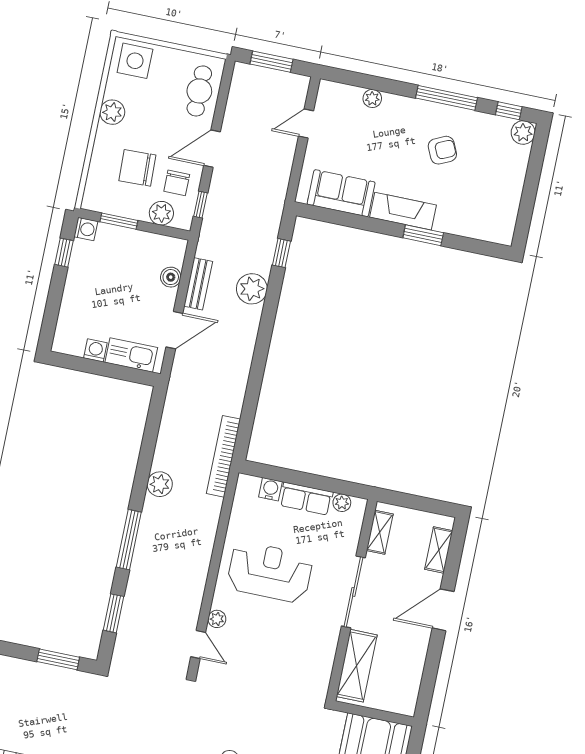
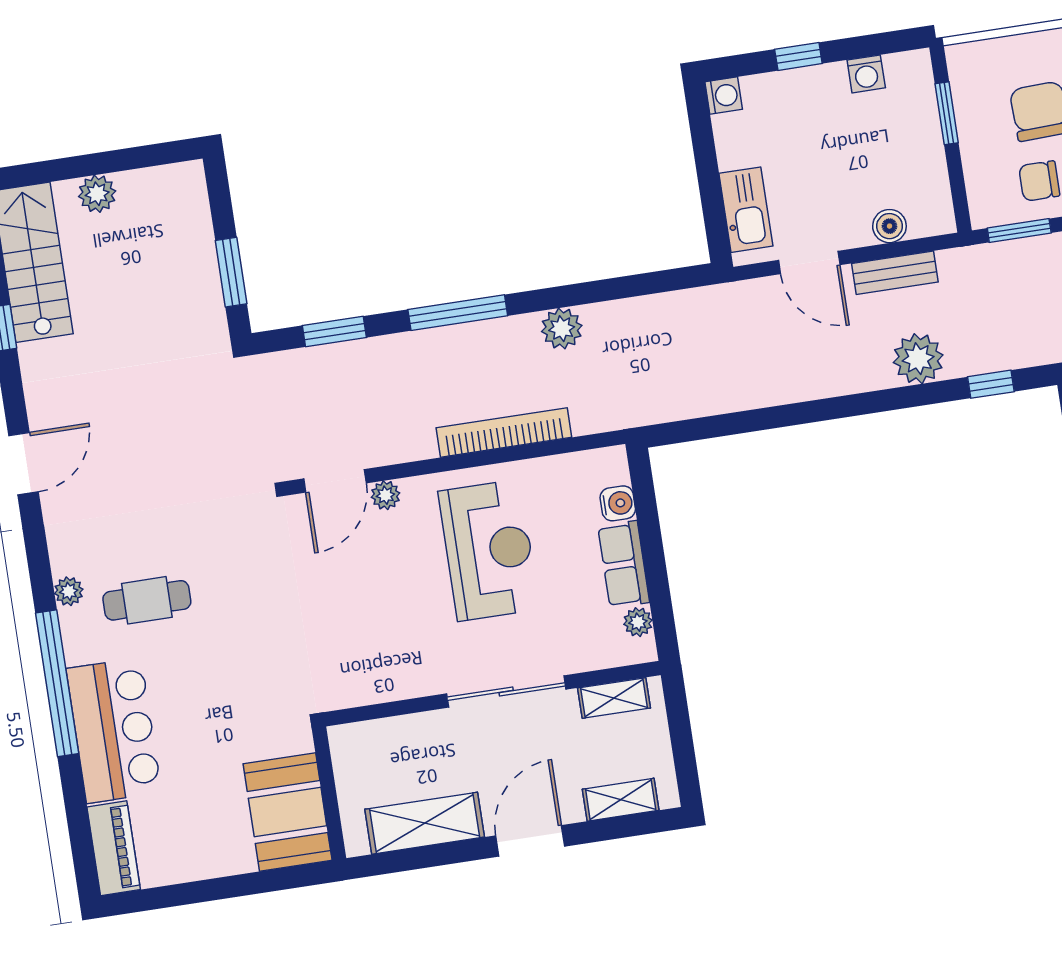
window: (200, 205) -> (1019, 230), width x1.50
plant: (161, 213) -> (983, 175), removed
washing machine: (86, 229) -> (866, 74), moved
window: (64, 253) -> (798, 56), moved
washing machine: (95, 350) -> (724, 96), moved
bookcase: (223, 456) -> (504, 433), moved
door: (443, 610) -> (530, 841), hinge flipped
door: (198, 645) -> (335, 481), width x1.38
shelving: (357, 666) -> (425, 823), moved

